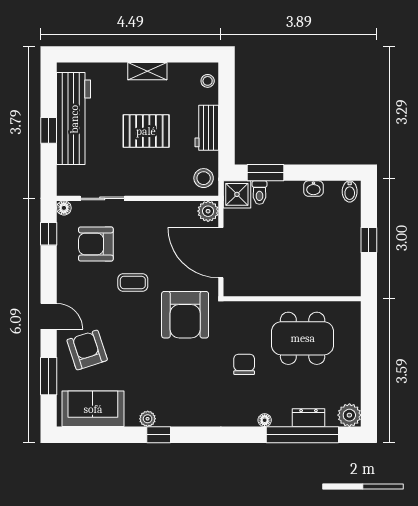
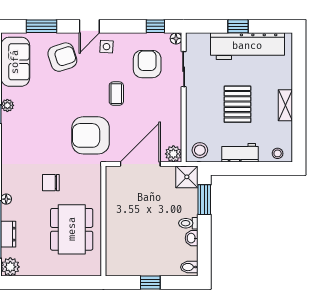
toilet: (259, 193) -> (188, 223), moved
side table: (74, 295) -> (107, 47), added
chair: (244, 364) -> (51, 183), turned 180

